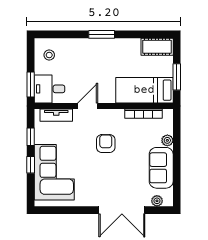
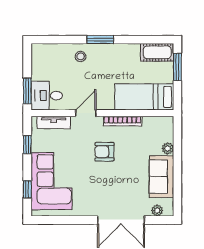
stool: (49, 55) -> (81, 57), moved
window: (177, 77) -> (177, 67), moved
bookcase: (144, 114) -> (123, 121), moved
armchair: (106, 144) -> (104, 152), turned -90
window: (31, 165) -> (27, 189), moved

